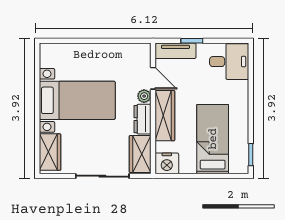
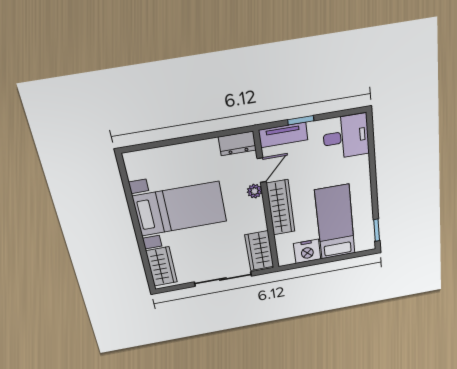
door: (153, 78) -> (262, 170), hinge flipped
dresser: (142, 119) -> (237, 143), moved, turned -90
nightstand: (167, 163) -> (307, 251), moved

